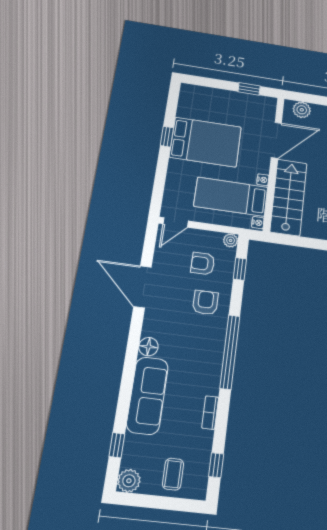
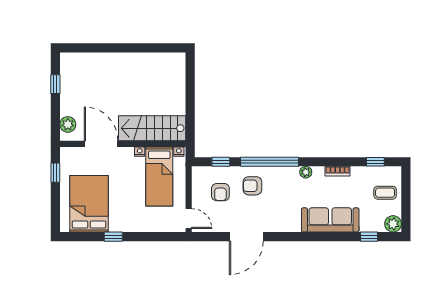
bed: (206, 142) -> (89, 204), moved
plant: (231, 240) -> (306, 172), moved
floor lamp: (148, 347) -> (293, 225), removed
window: (230, 352) -> (270, 162), moved

